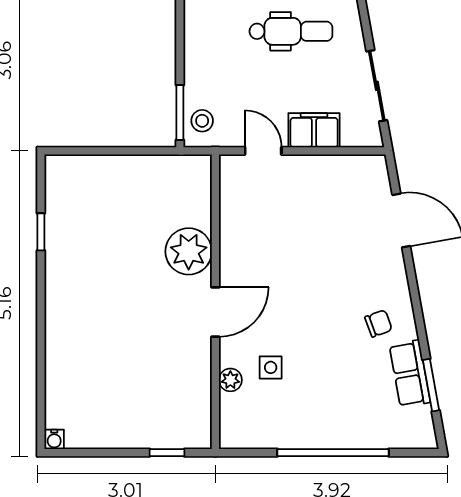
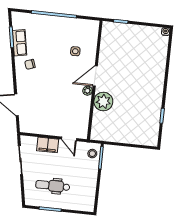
plant: (230, 380) -> (87, 91), moved

